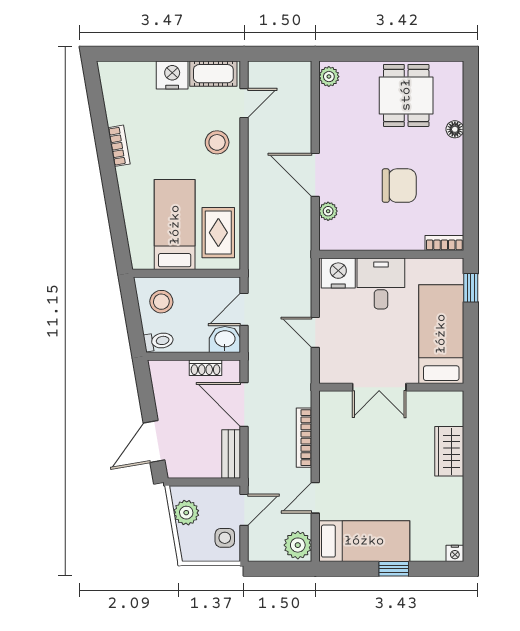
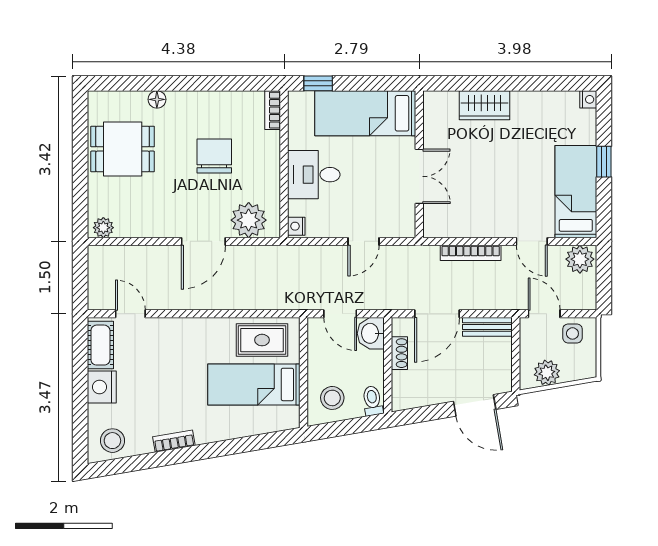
stool: (217, 142) -> (112, 441), moved
plant: (328, 211) -> (249, 220), width x1.88, depth x1.88
nightstand: (338, 273) -> (296, 226), width x0.53, depth x0.56

